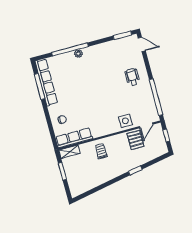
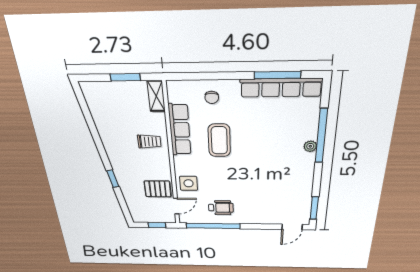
wheelchair: (132, 77) -> (221, 208), moved
coffee table: (89, 109) -> (219, 140), added
door: (146, 125) -> (176, 206), swing flipped
row of seats: (74, 138) -> (180, 130), moved

